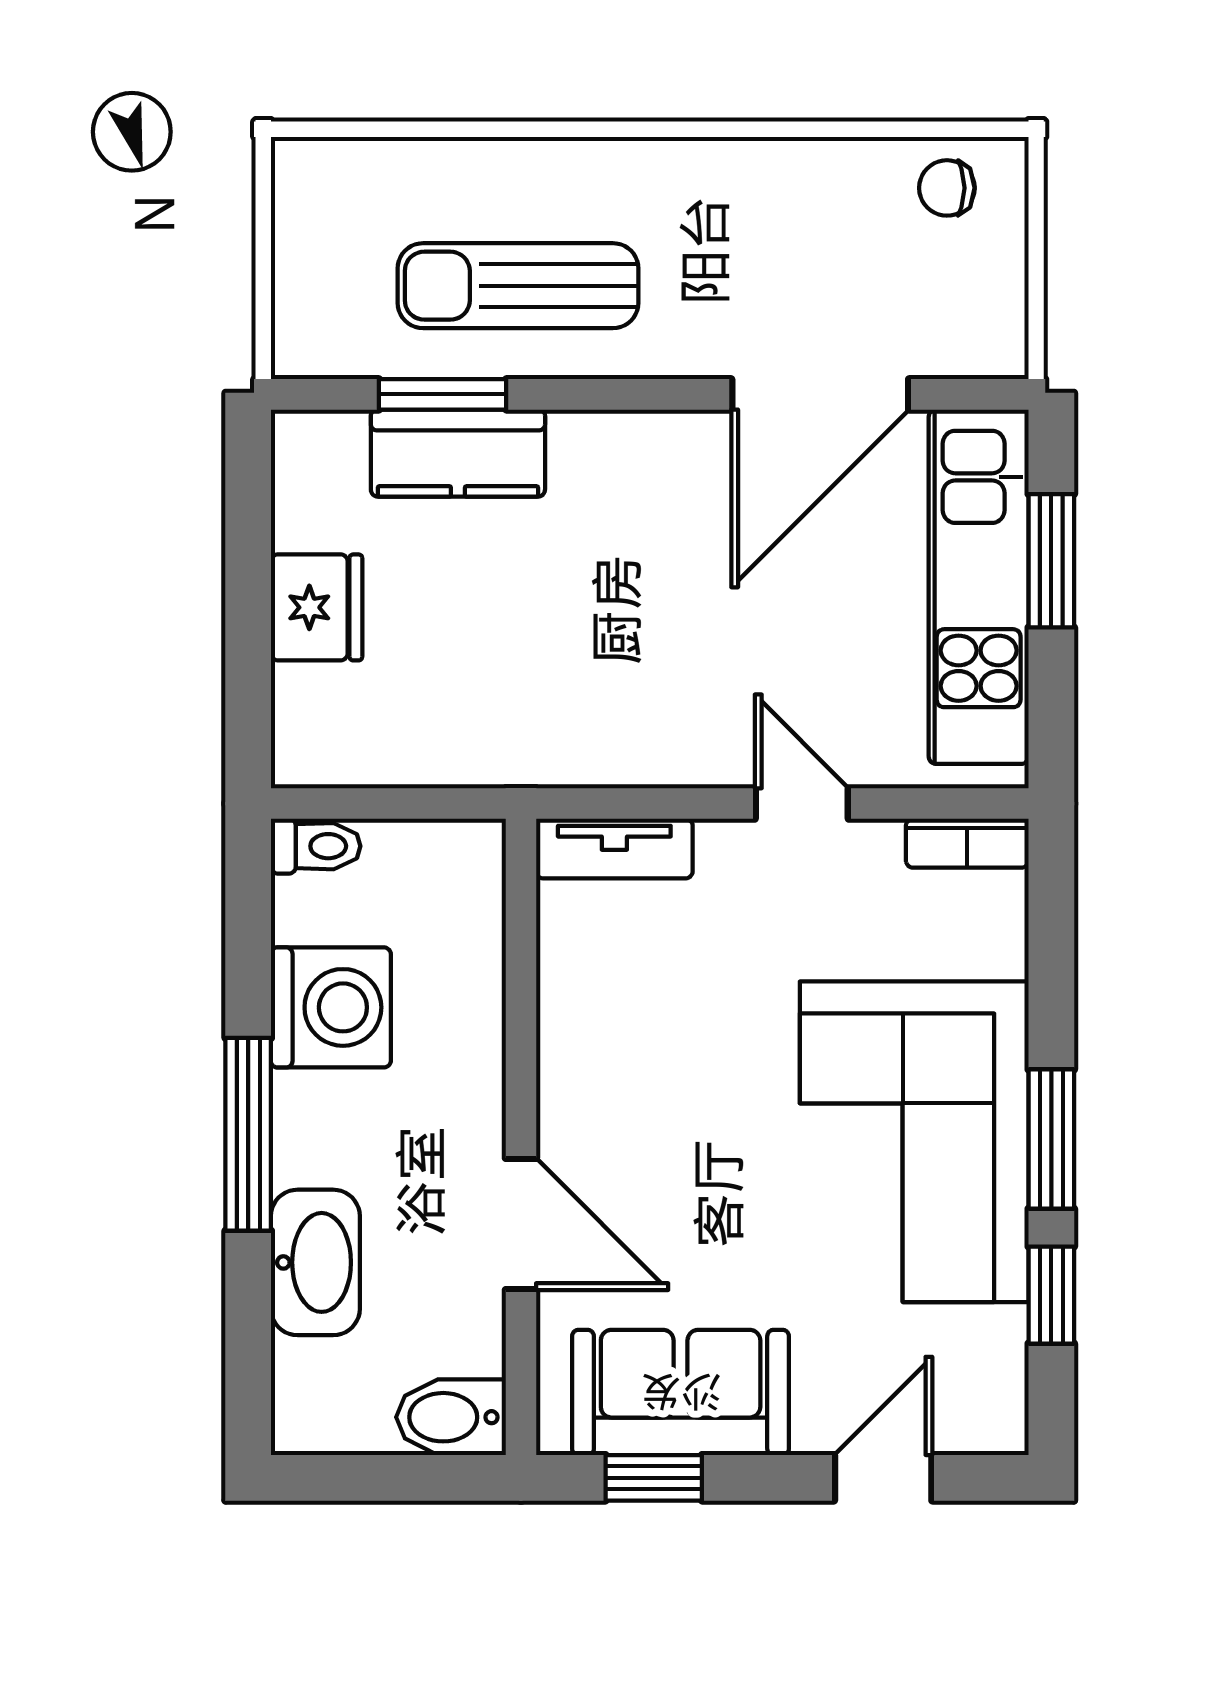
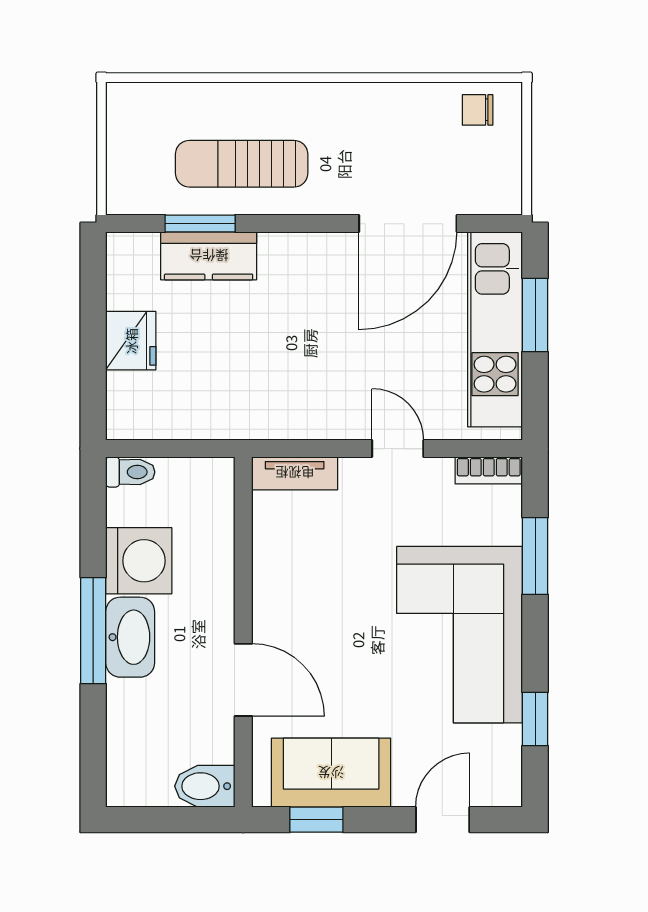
window: (1051, 1139) -> (535, 556), moved
washbasin: (315, 1262) -> (130, 637), moved

